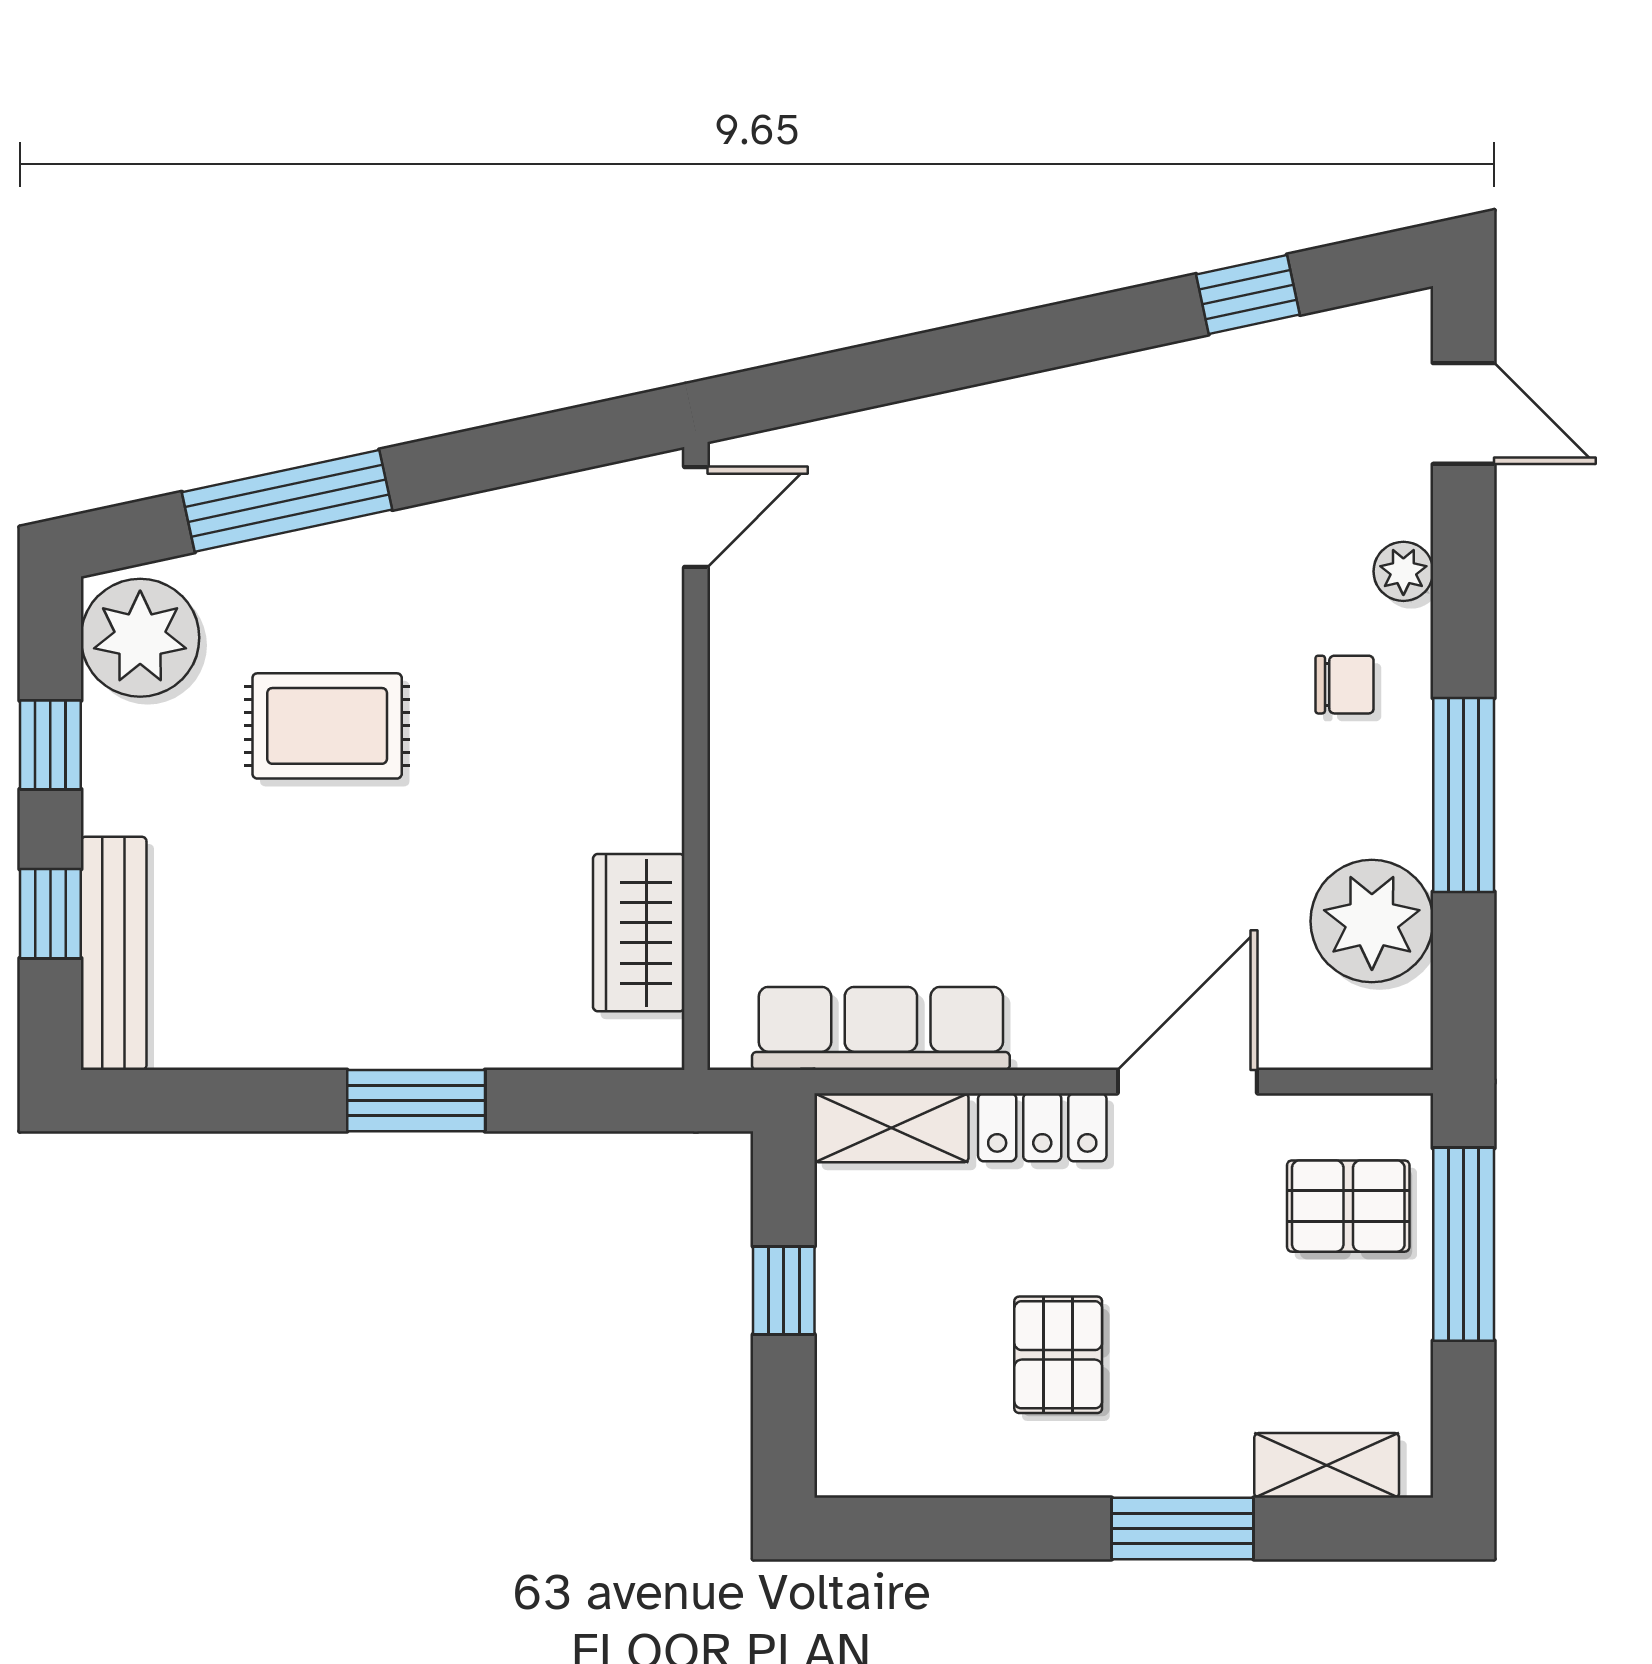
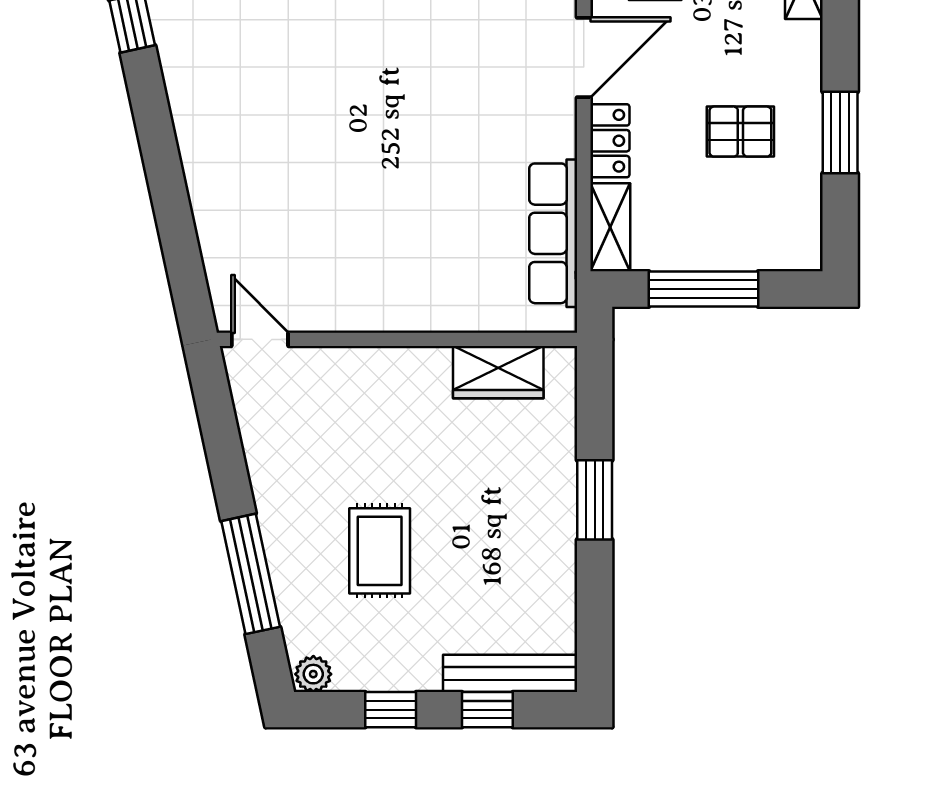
plant: (140, 638) -> (313, 674), width x0.53, depth x0.53
door: (1187, 1082) -> (584, 57), swing flipped
window: (784, 1290) -> (703, 289), width x2.17
window: (1183, 1528) -> (840, 133), moved

